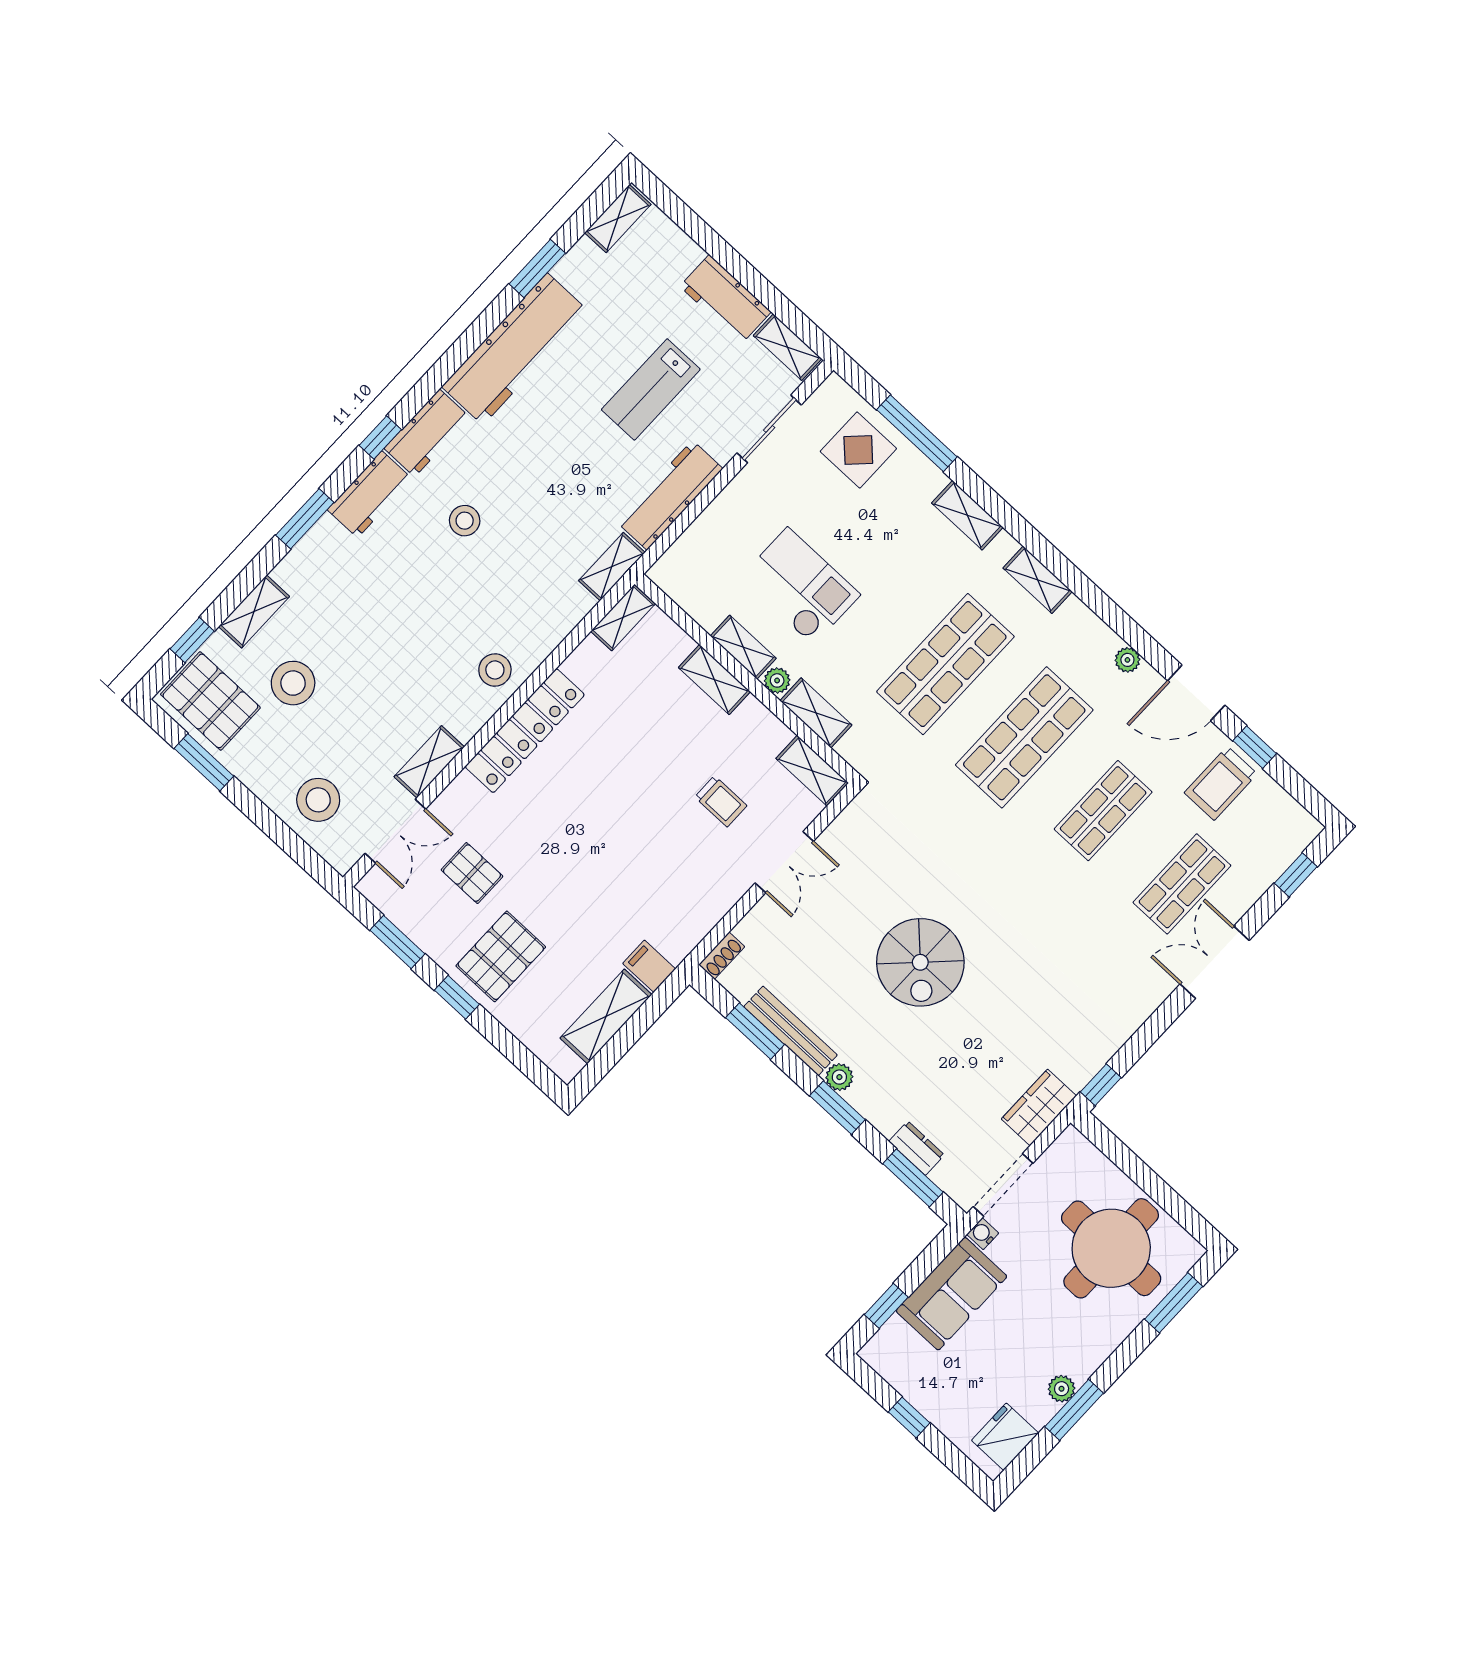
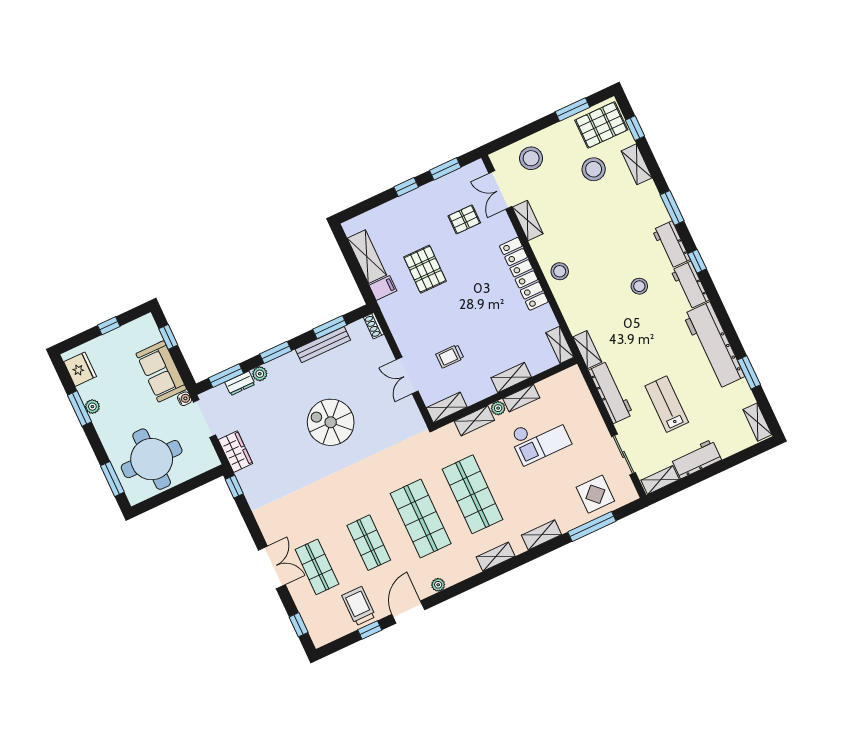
pallet: (501, 956) -> (425, 269), moved
plant: (839, 1077) -> (260, 374), moved

